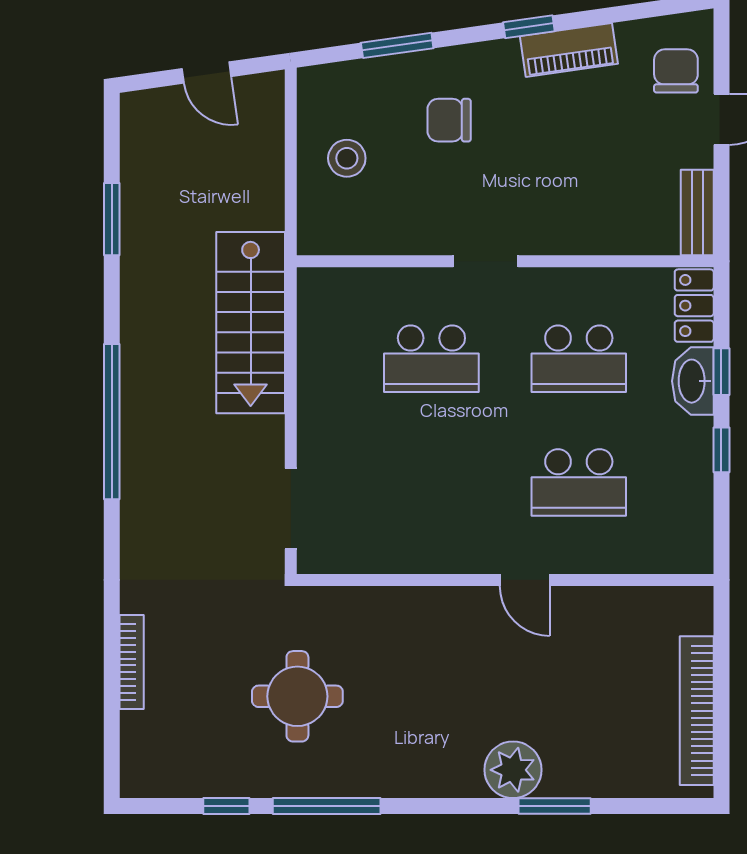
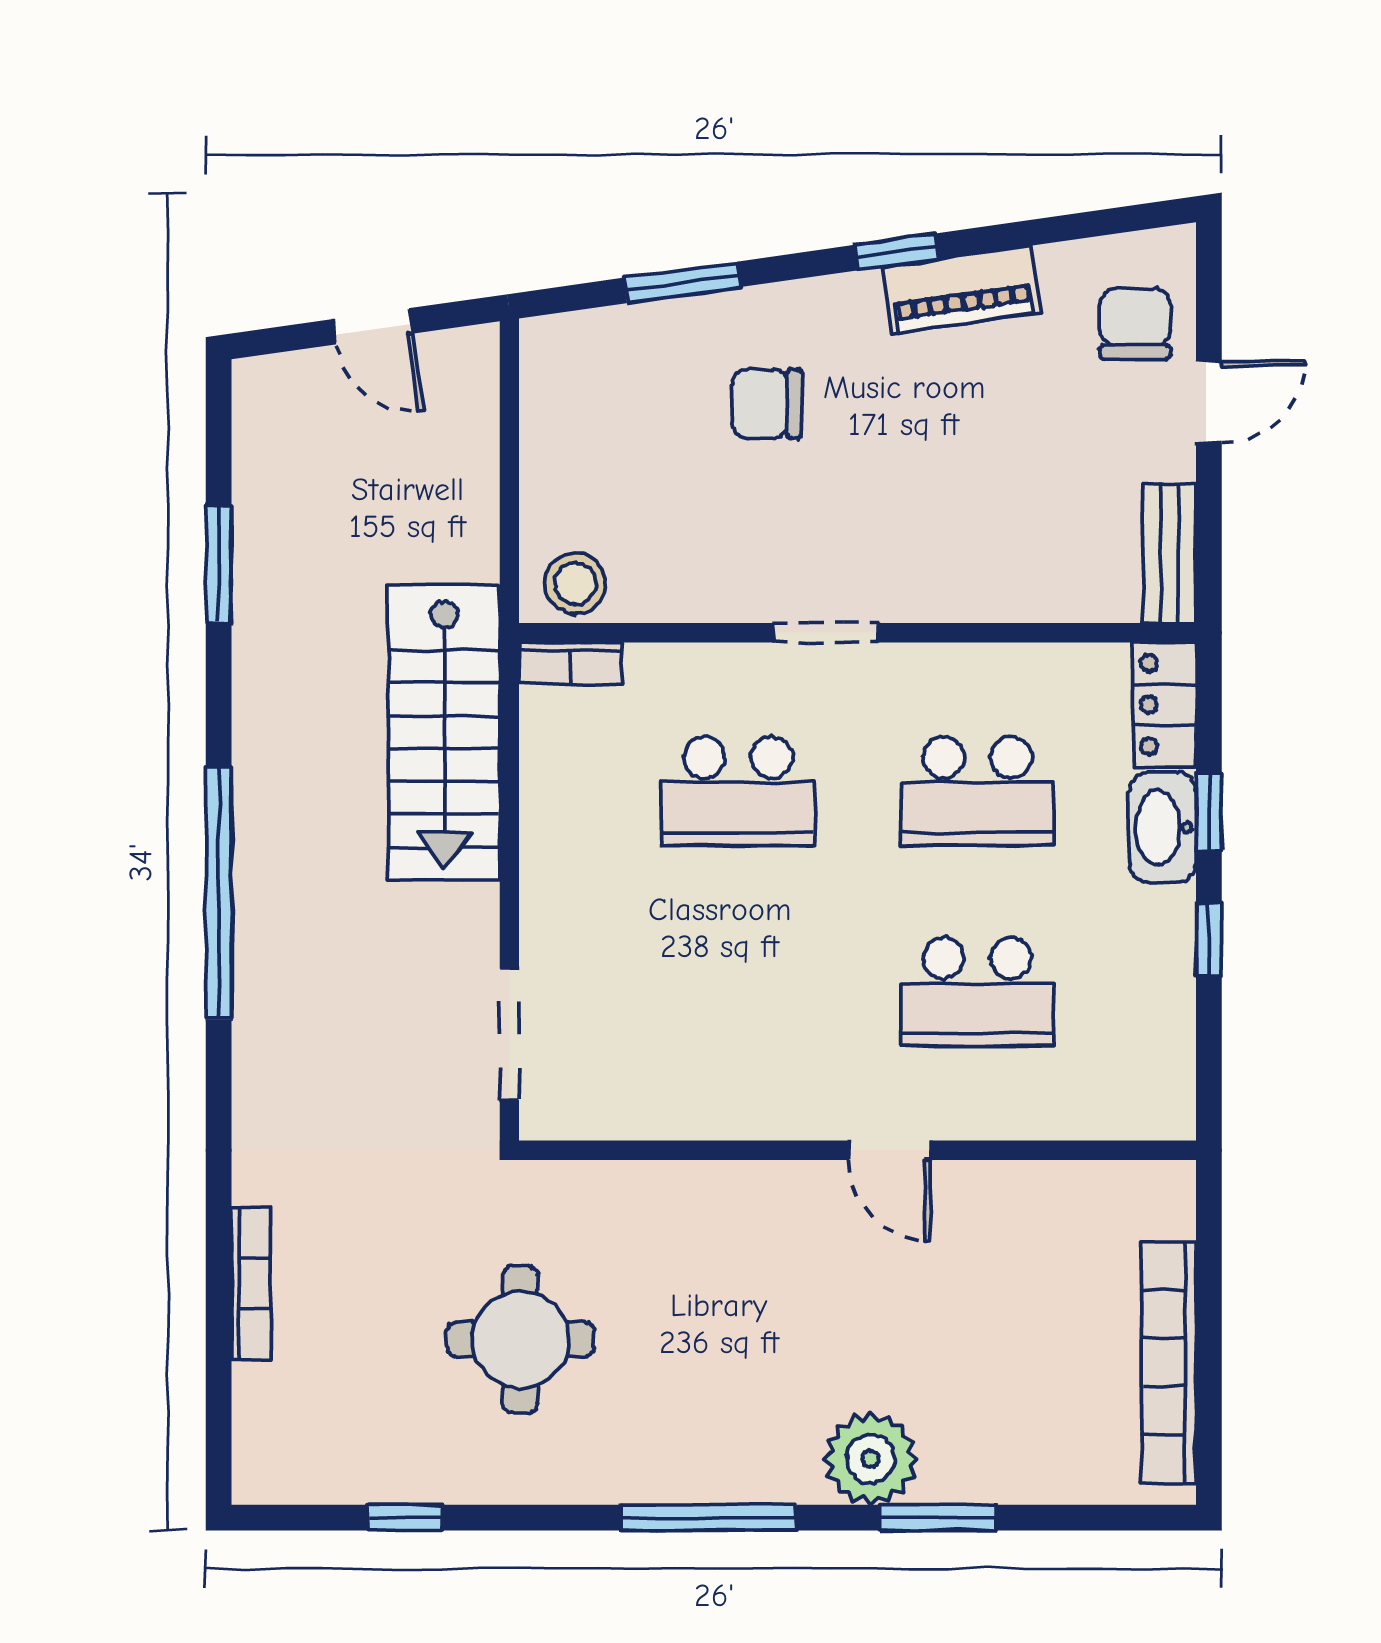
stool: (347, 158) -> (575, 583), moved
bookcase: (328, 280) -> (571, 663), added
window: (327, 806) -> (709, 1518), moved

